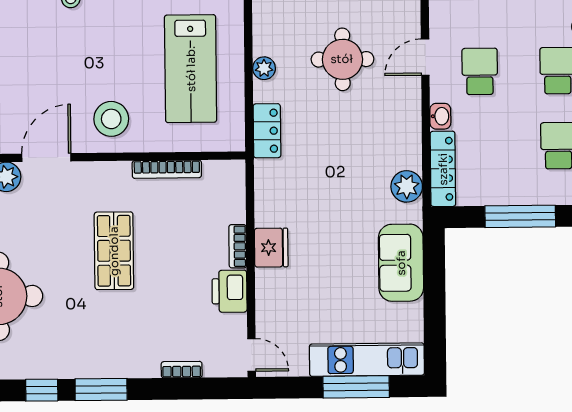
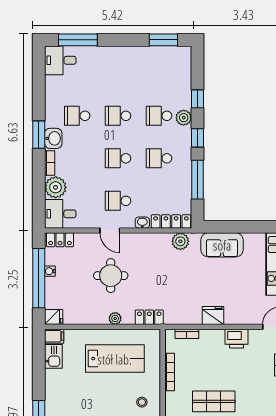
stool: (111, 119) -> (142, 402), width x0.53, depth x0.53
bookcase: (238, 246) -> (187, 334), moved

